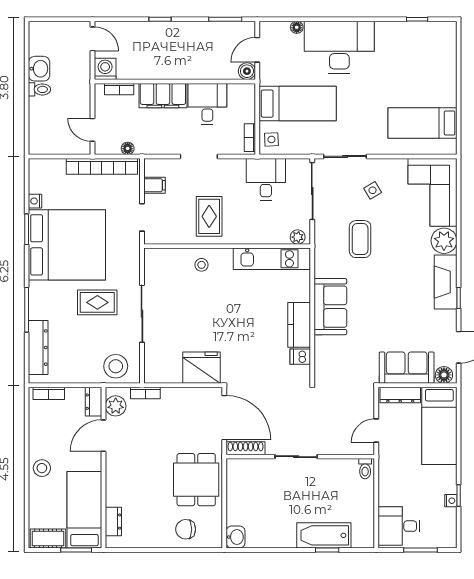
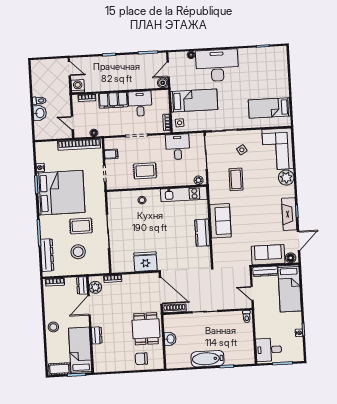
washbasin: (39, 69) -> (40, 113), moved
rug: (209, 216) -> (145, 171), turned 90
fireplace: (446, 282) -> (289, 214), moved
dishwasher: (300, 357) -> (204, 252), removed
stool: (116, 366) -> (78, 252), moved
door: (376, 431) -> (252, 293), hinge flipped
dresser: (113, 522) -> (97, 335), moved
bathtub: (324, 535) -> (208, 359), moved
washbasin: (236, 537) -> (170, 339), moved

